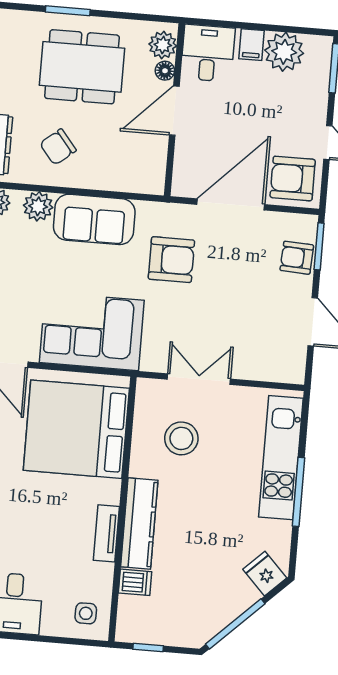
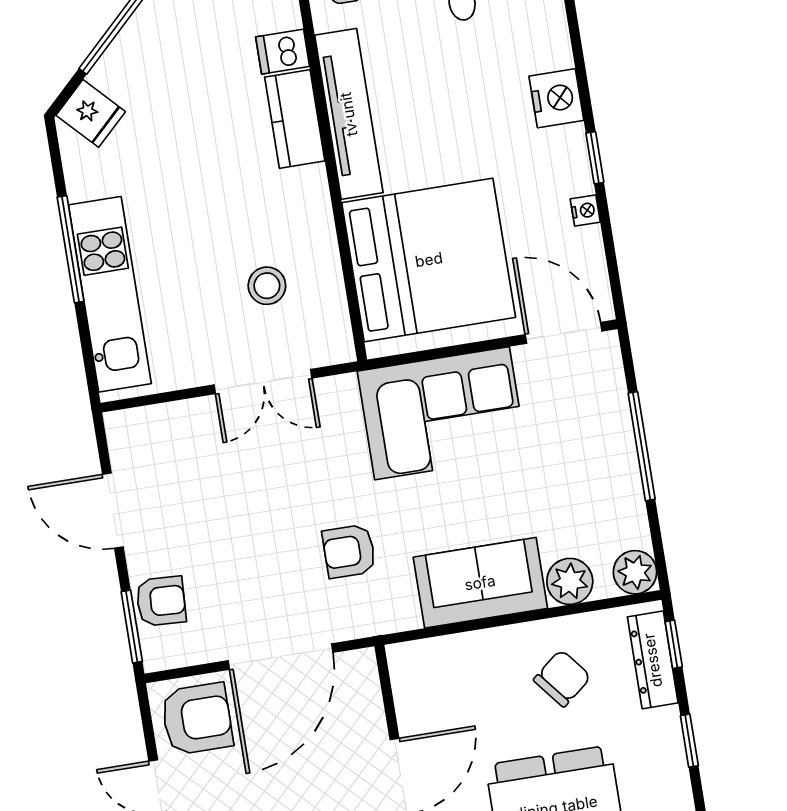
armchair: (171, 260) -> (349, 551), width x0.72, depth x0.72
stool: (181, 438) -> (267, 286), width x0.73, depth x0.73
kitchen counter: (139, 523) -> (295, 119), width x0.67
tv unit: (106, 533) -> (349, 114), width x1.92, depth x1.29

